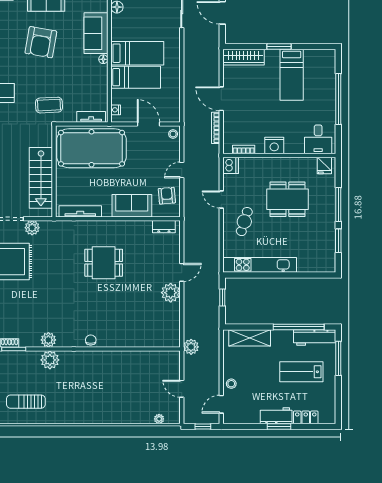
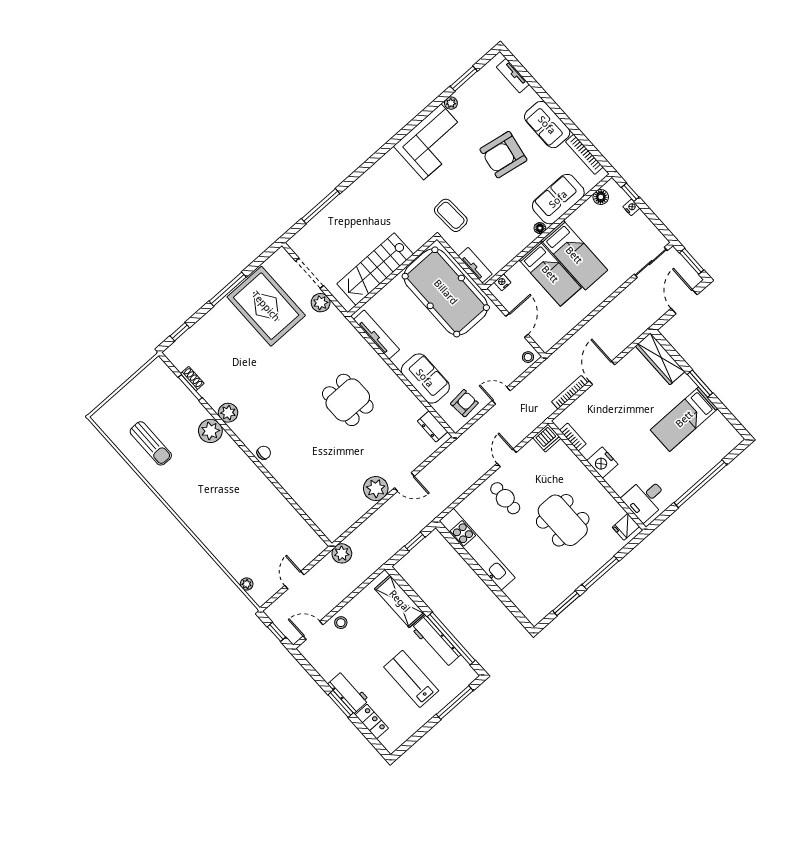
cafe table: (244, 222) -> (505, 498), turned 74
workbench: (315, 337) -> (436, 641), moved
sun lounger: (26, 402) -> (151, 443), turned 180

